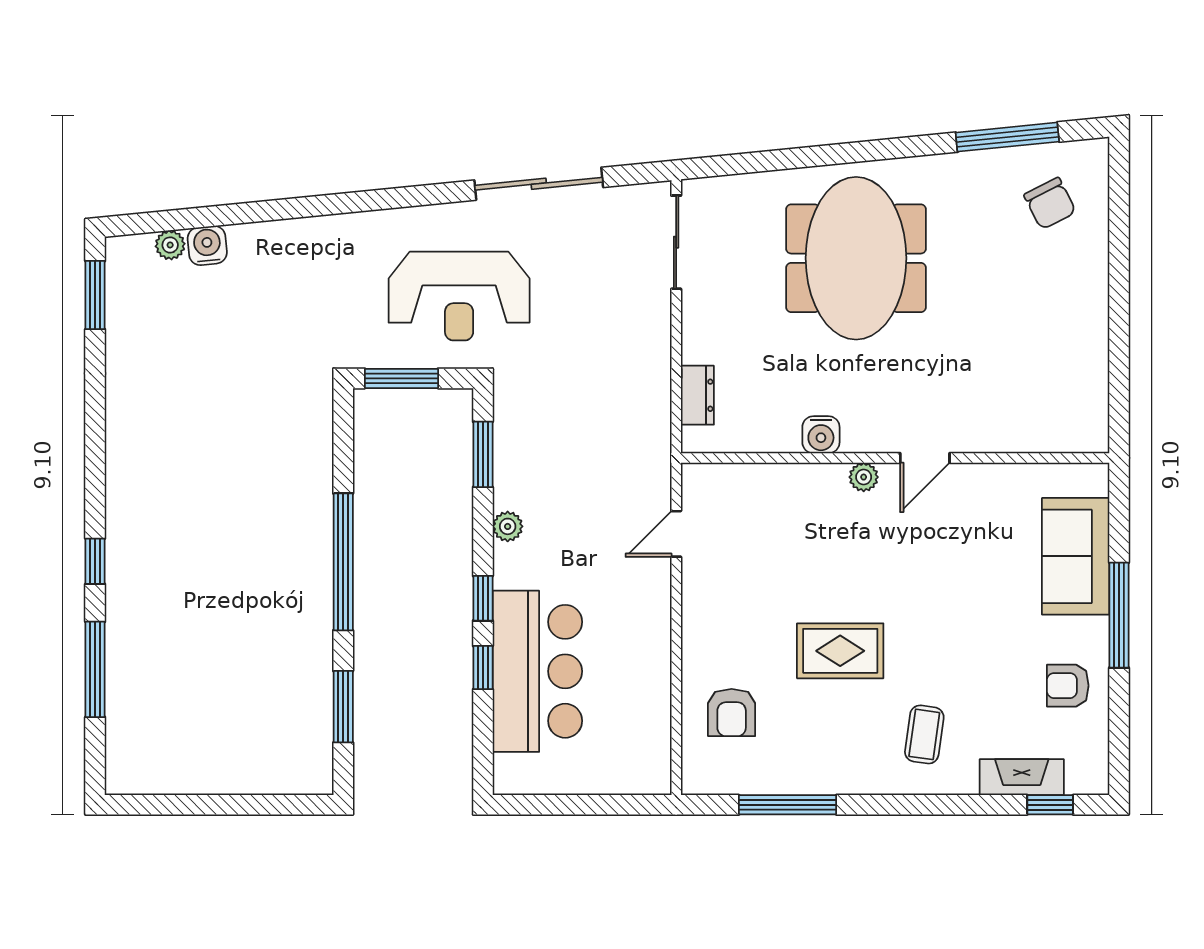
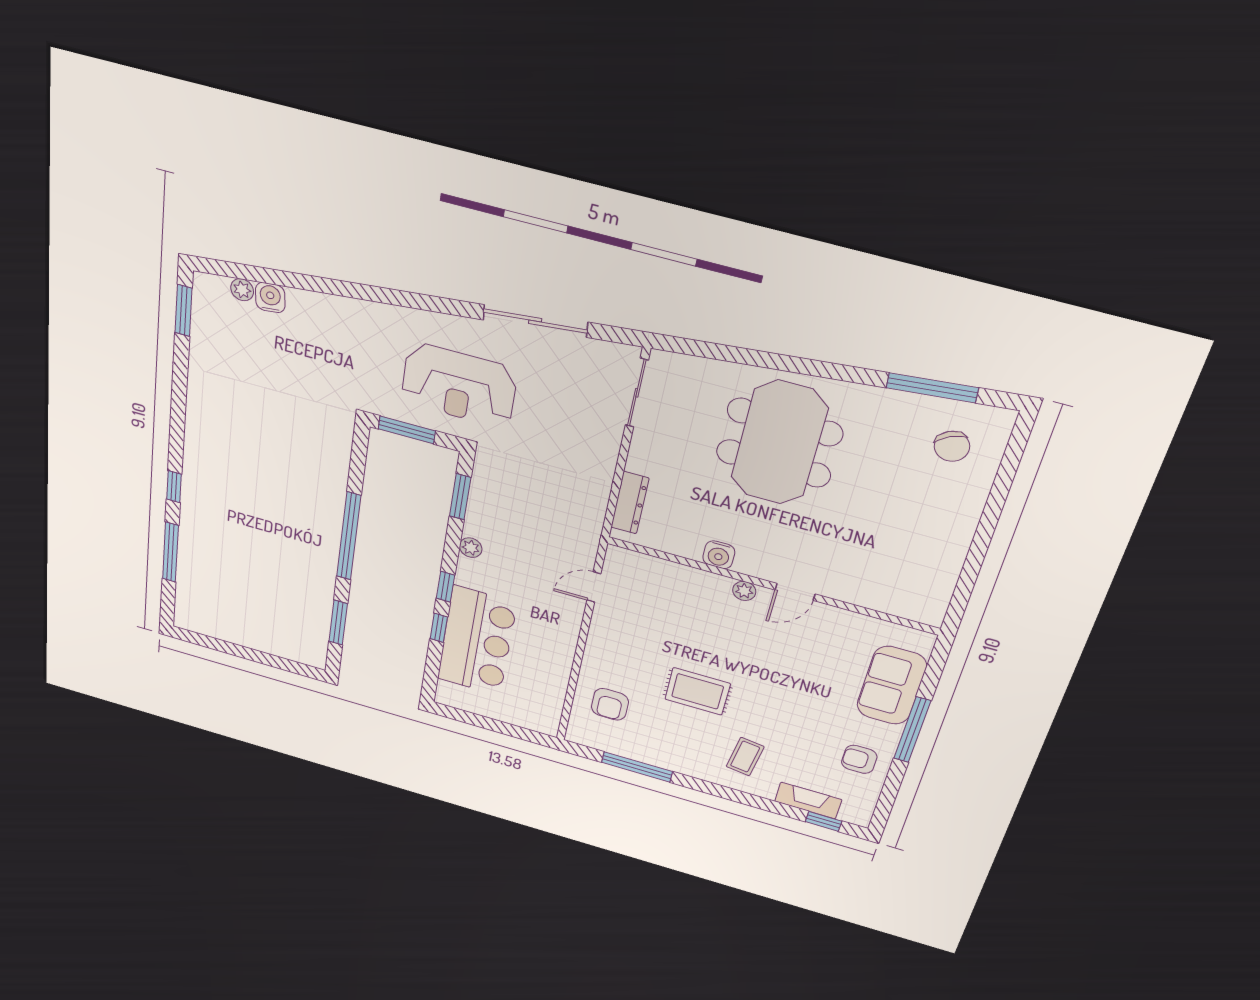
dresser: (697, 395) -> (630, 503), width x1.44

